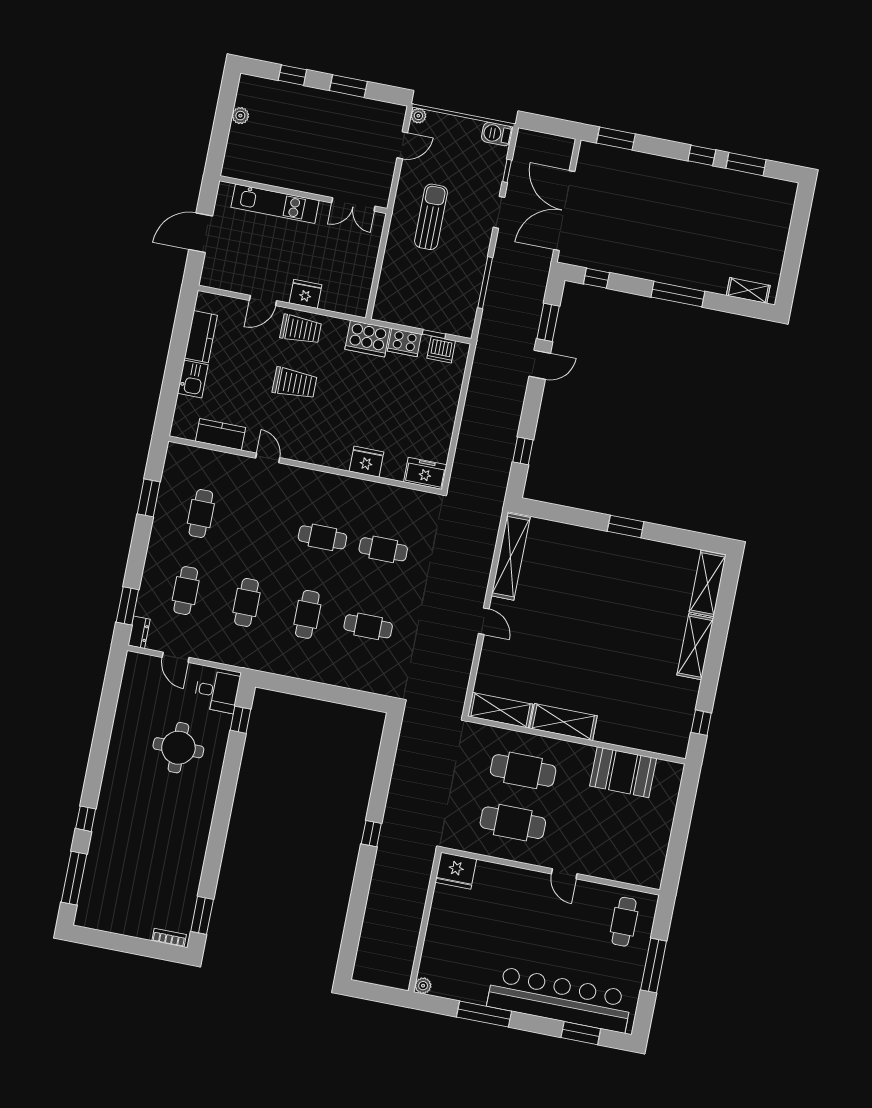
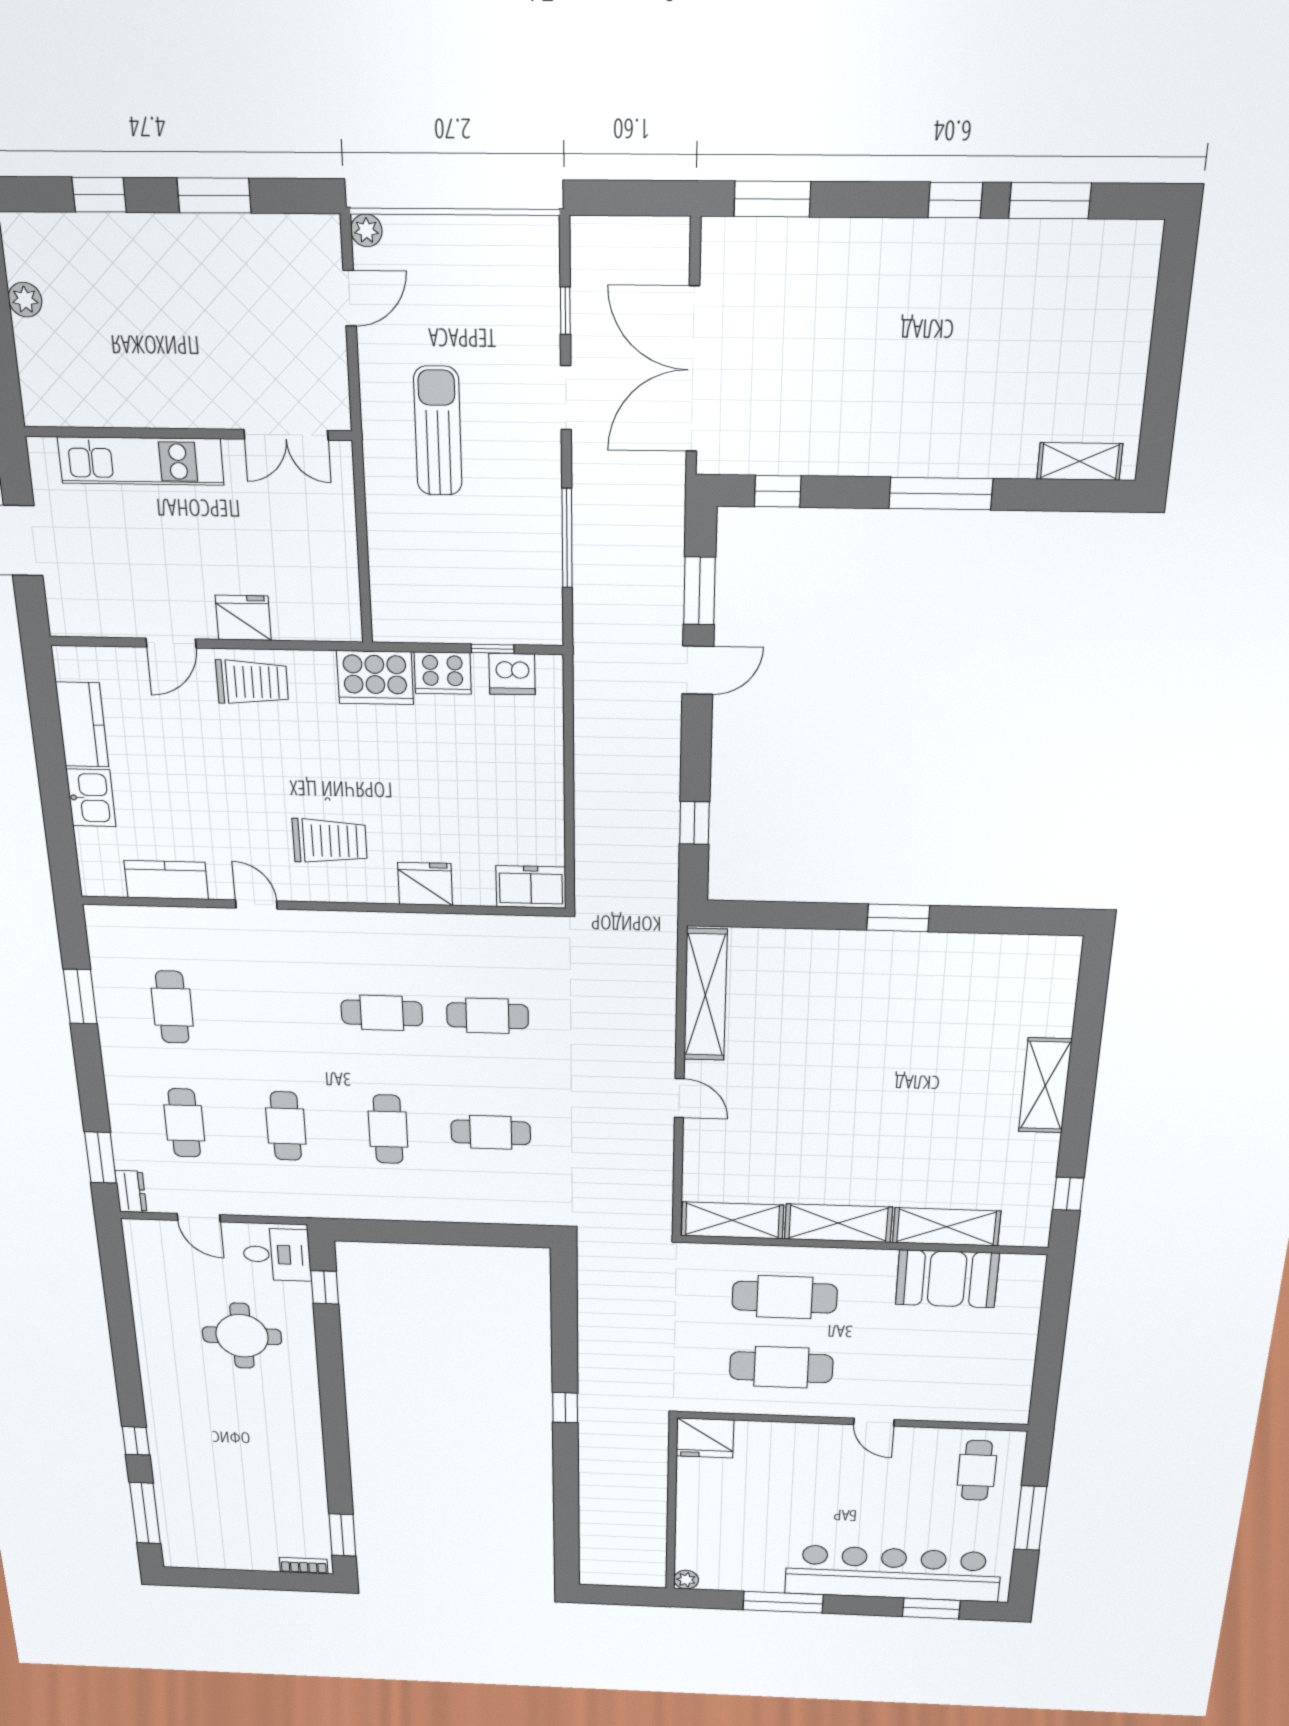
barbecue: (497, 134) -> (530, 237), removed
trolley: (295, 383) -> (330, 841), moved
shelving: (707, 584) -> (946, 1227), moved, turned 90

